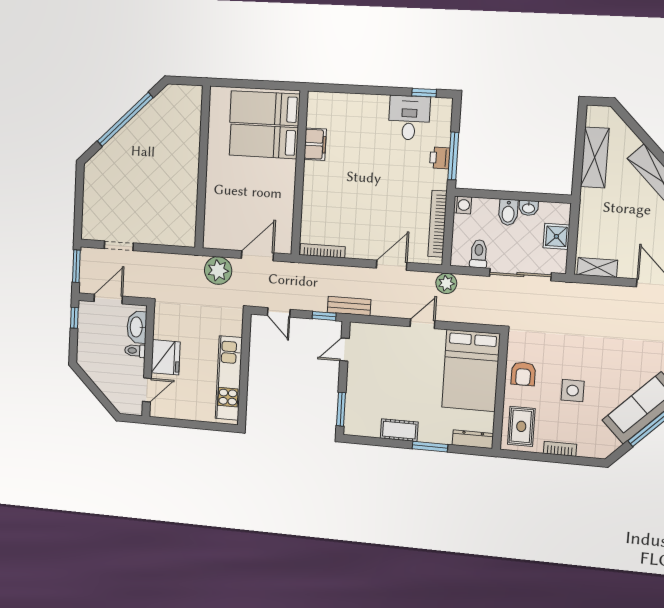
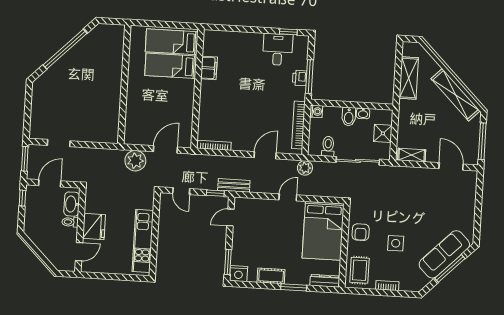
nightstand: (355, 425) -> (239, 274), added

